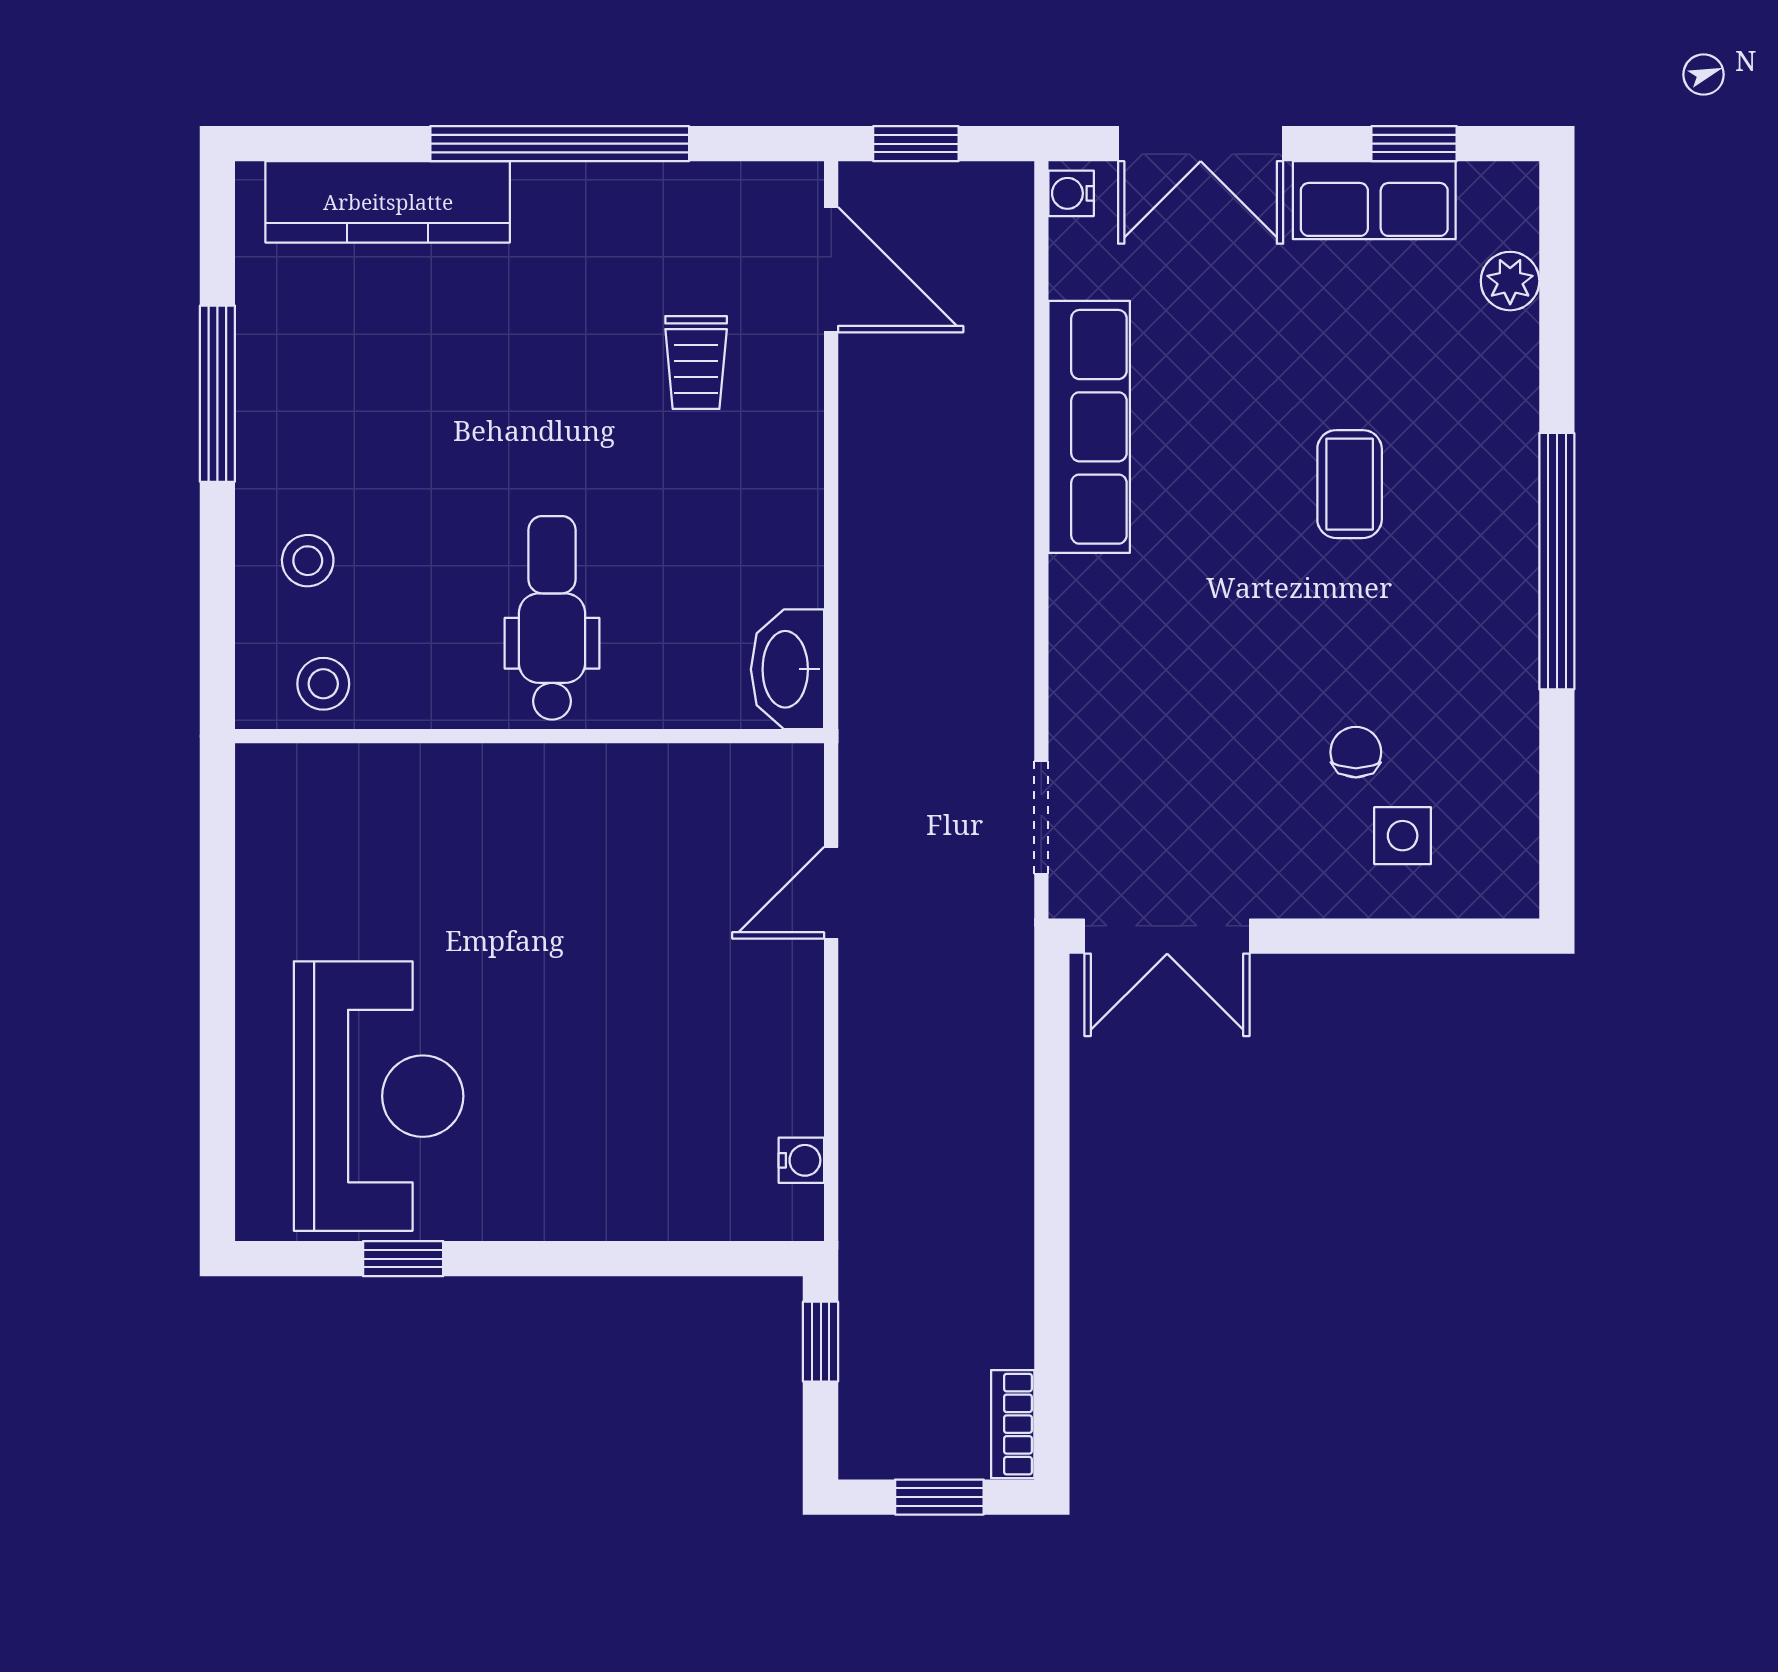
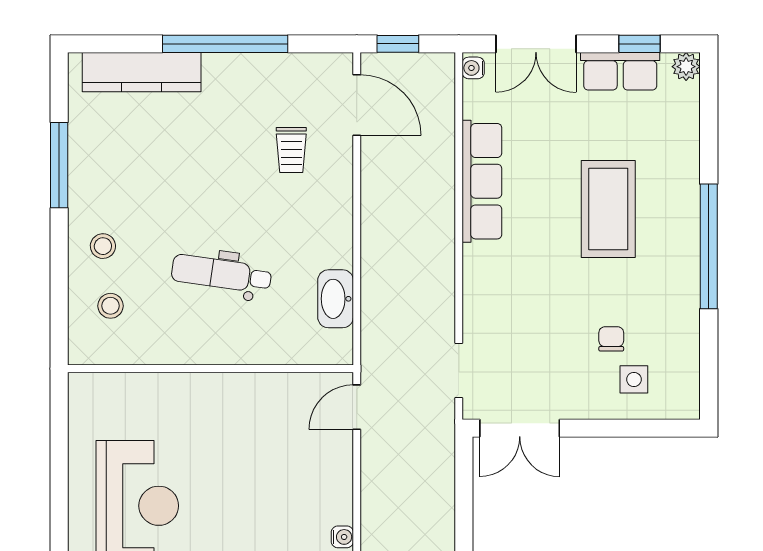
plant: (1510, 281) -> (686, 67), moved
coffee table: (1350, 484) -> (608, 209), width x1.86, depth x1.72
dental chair: (552, 618) -> (221, 274), turned -82
wall: (529, 736) -> (211, 369), moved

